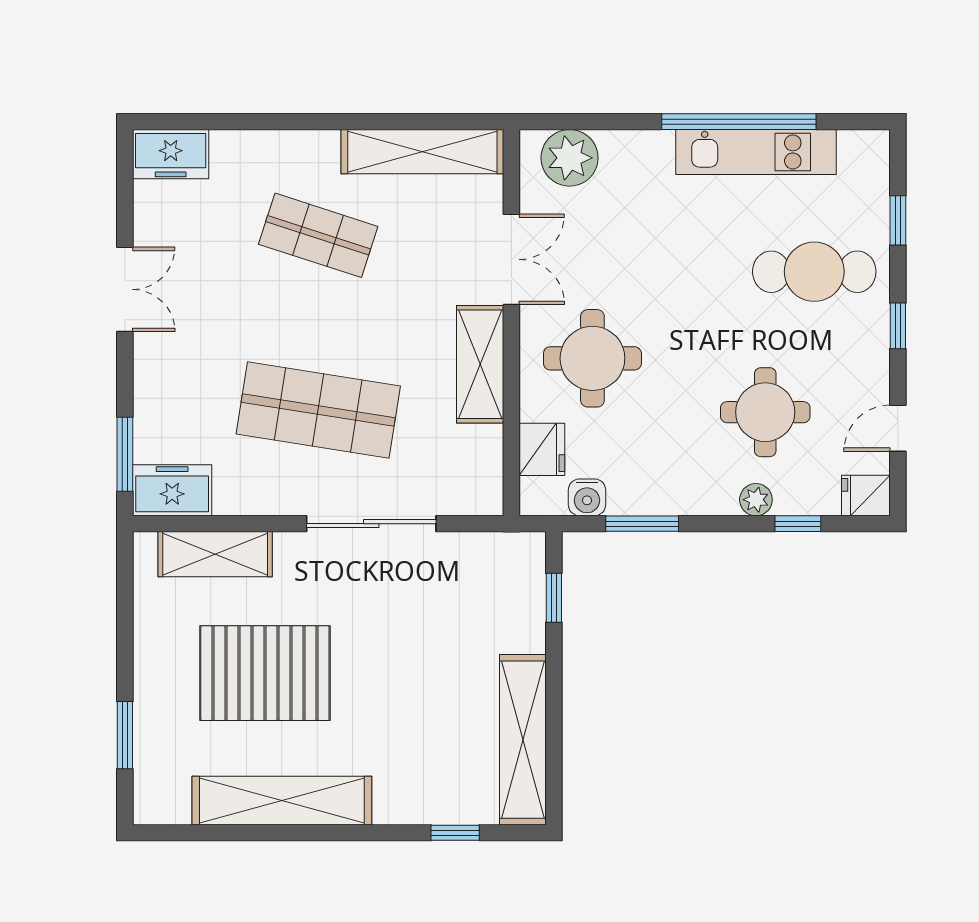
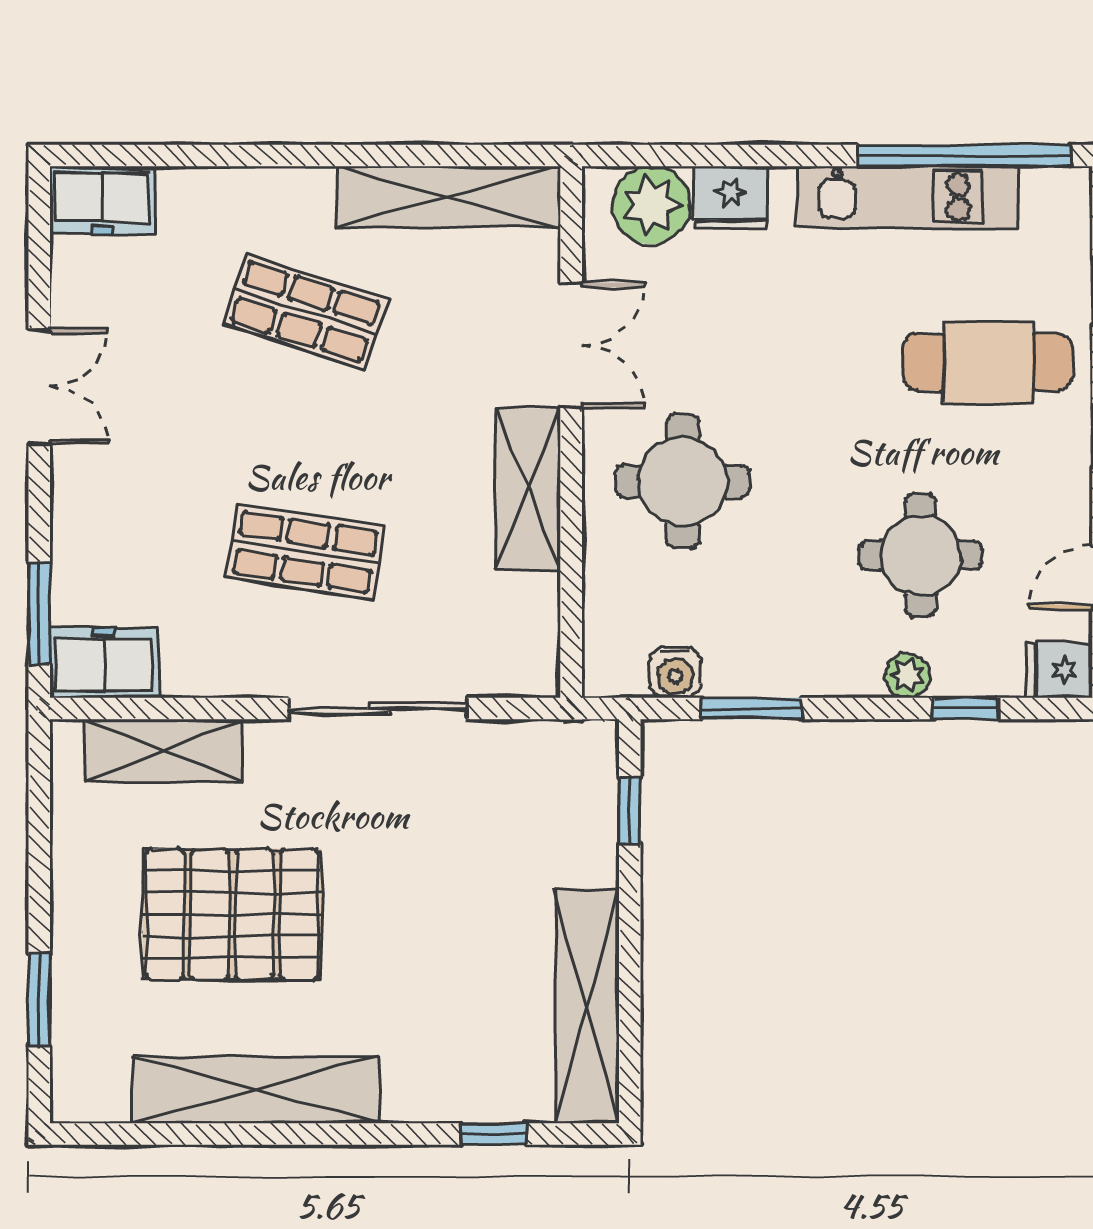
window: (739, 122) -> (965, 155), moved
shop shelf: (318, 410) -> (305, 552), width x0.70, depth x0.74
fridge: (542, 449) -> (731, 197), moved, turned 90

